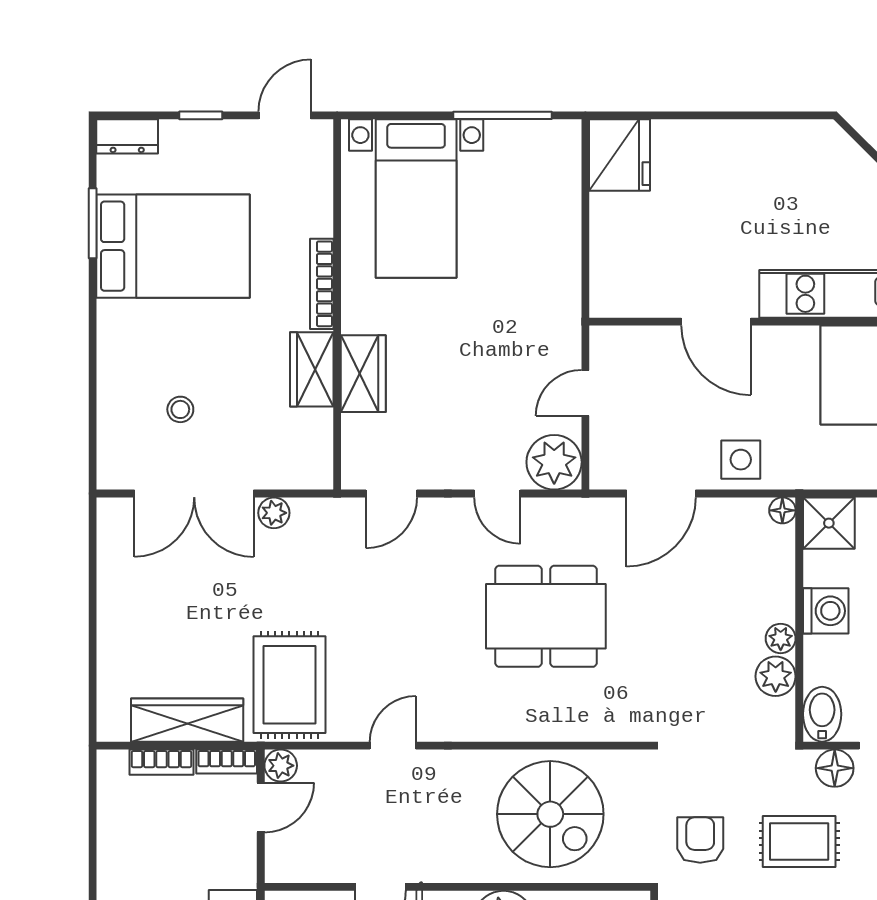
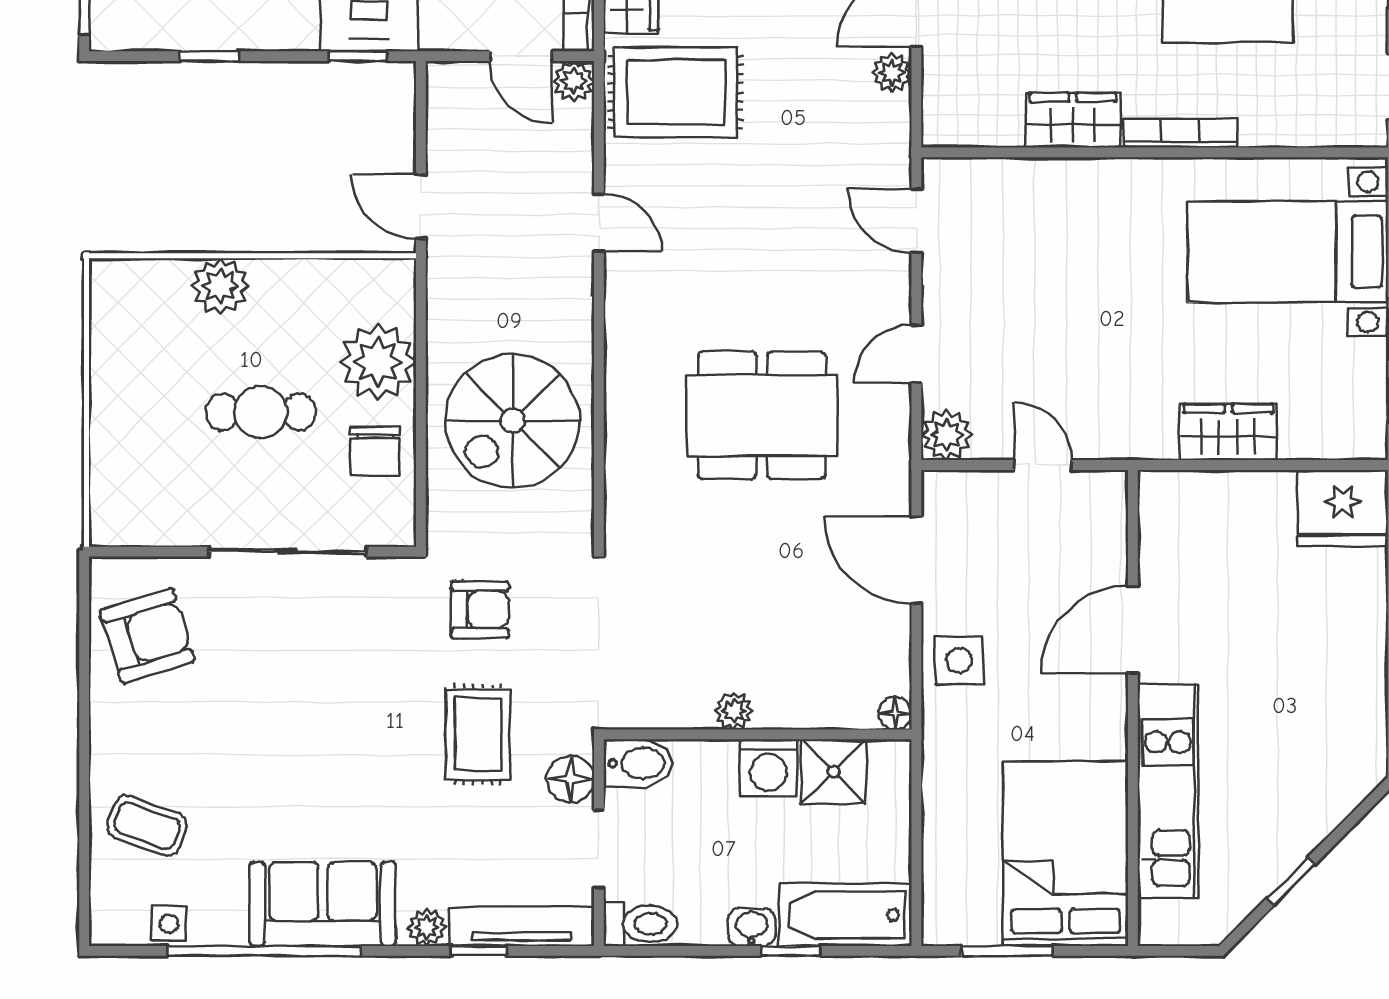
wardrobe: (363, 374) -> (1228, 432), moved, turned 180
plant: (554, 462) -> (947, 435), width x0.73, depth x0.73
shower: (829, 523) -> (834, 772), moved
dining table: (546, 616) -> (762, 415), turned 90
plant: (776, 676) -> (686, 705), removed

